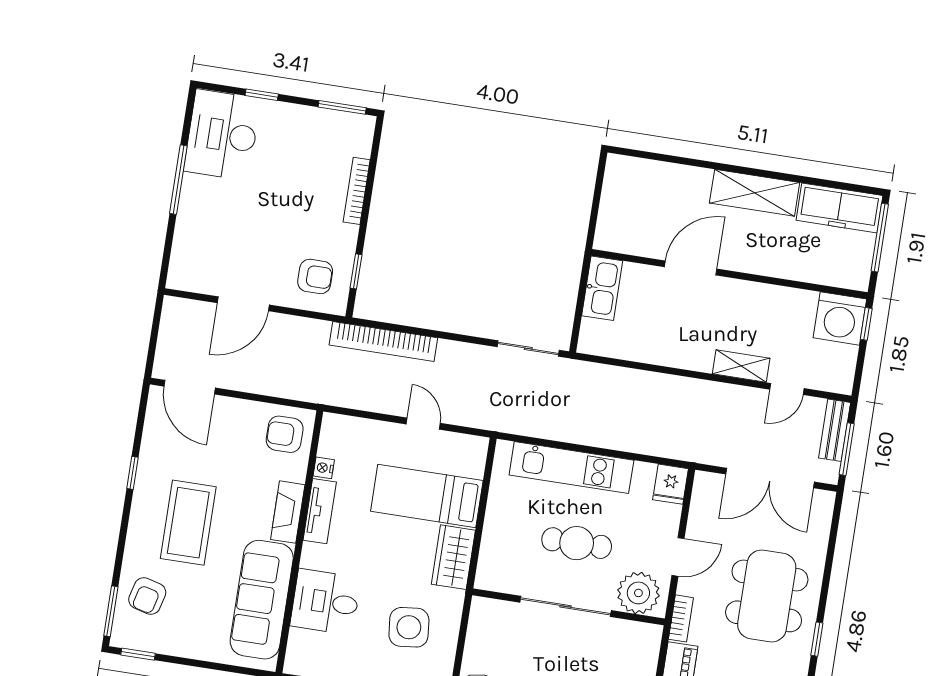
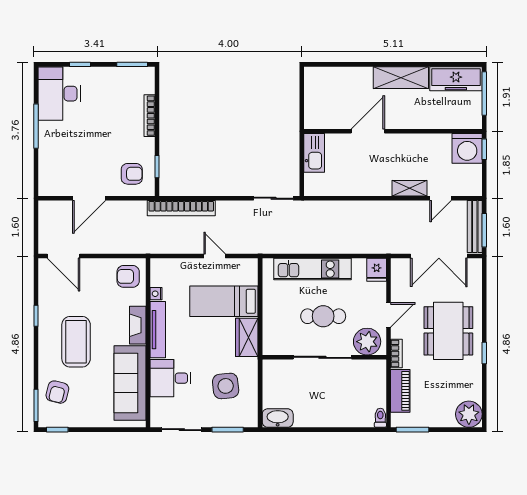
bench: (835, 430) -> (475, 227), width x1.36
tv unit: (320, 511) -> (158, 330), width x1.41

